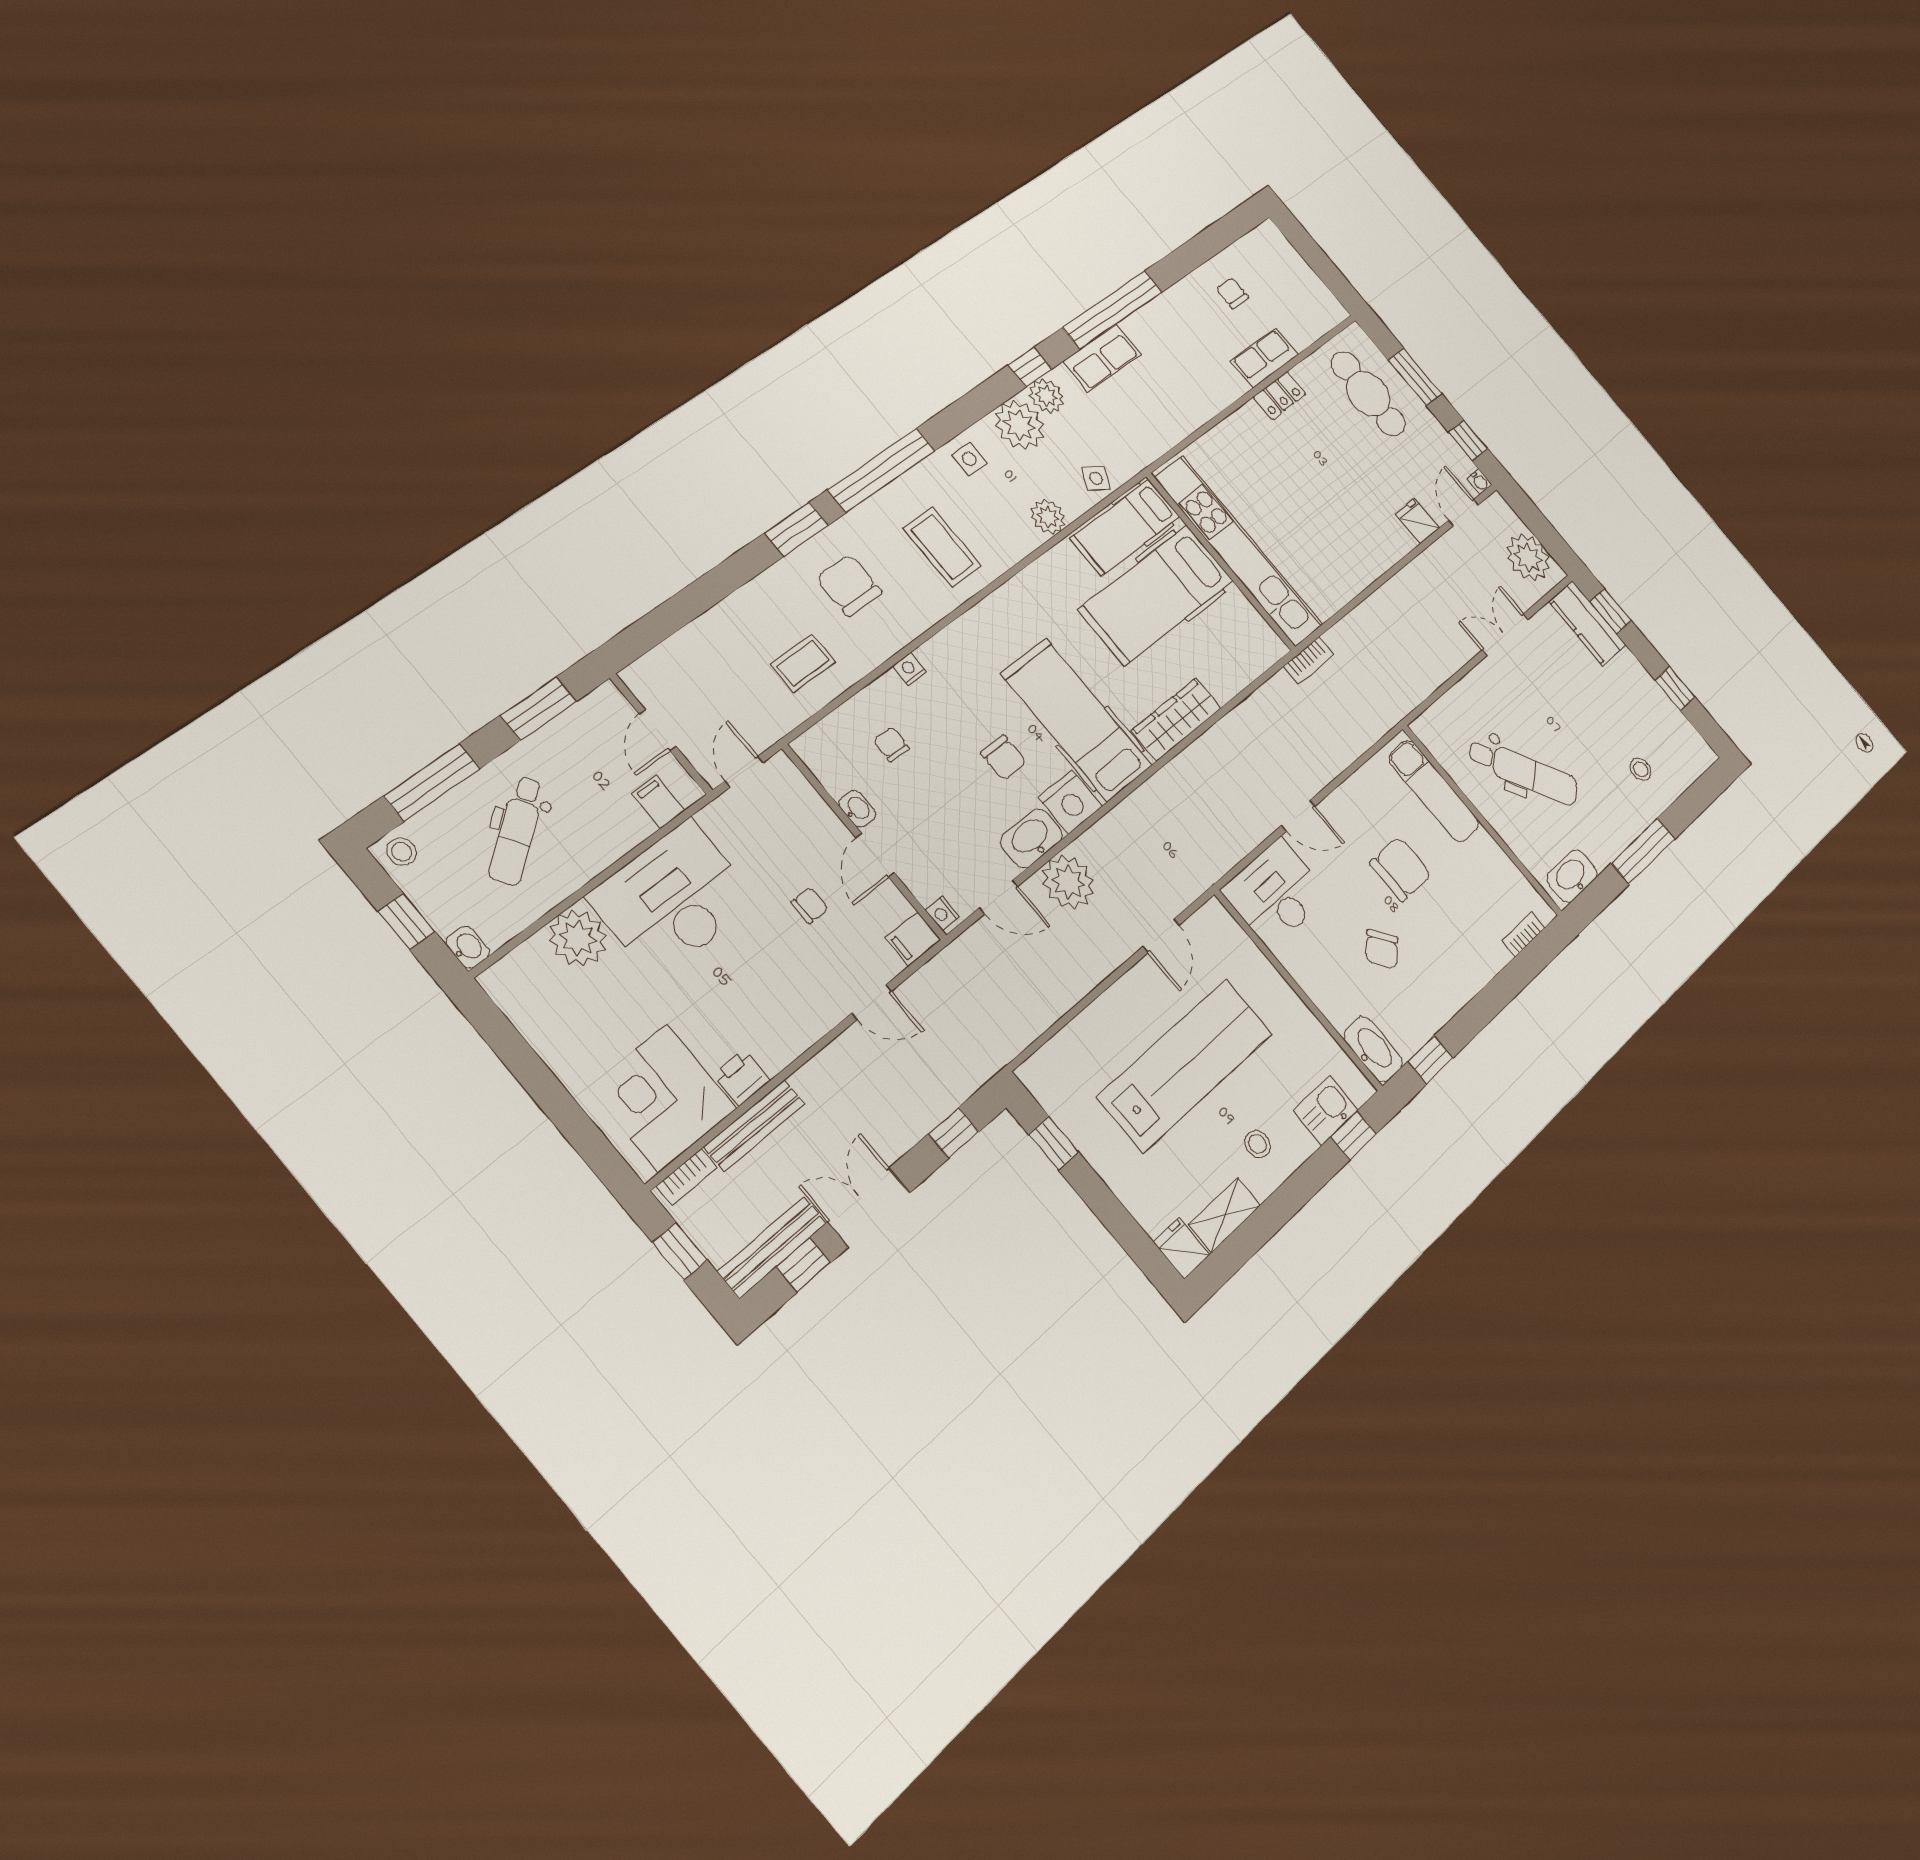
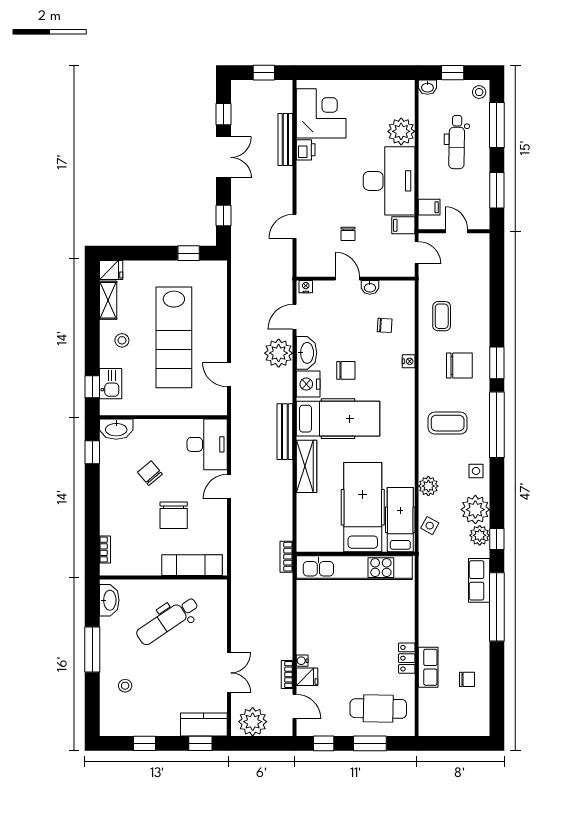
water cooler: (1479, 481) -> (302, 661), moved
chair: (1003, 758) -> (346, 370), turned 180
dental chair: (517, 831) -> (457, 142), turned -144
filing cabinet: (913, 939) -> (403, 225), moved, turned -90
bookcase: (687, 1177) -> (287, 675), moved
bench: (772, 1247) -> (285, 432), moved

